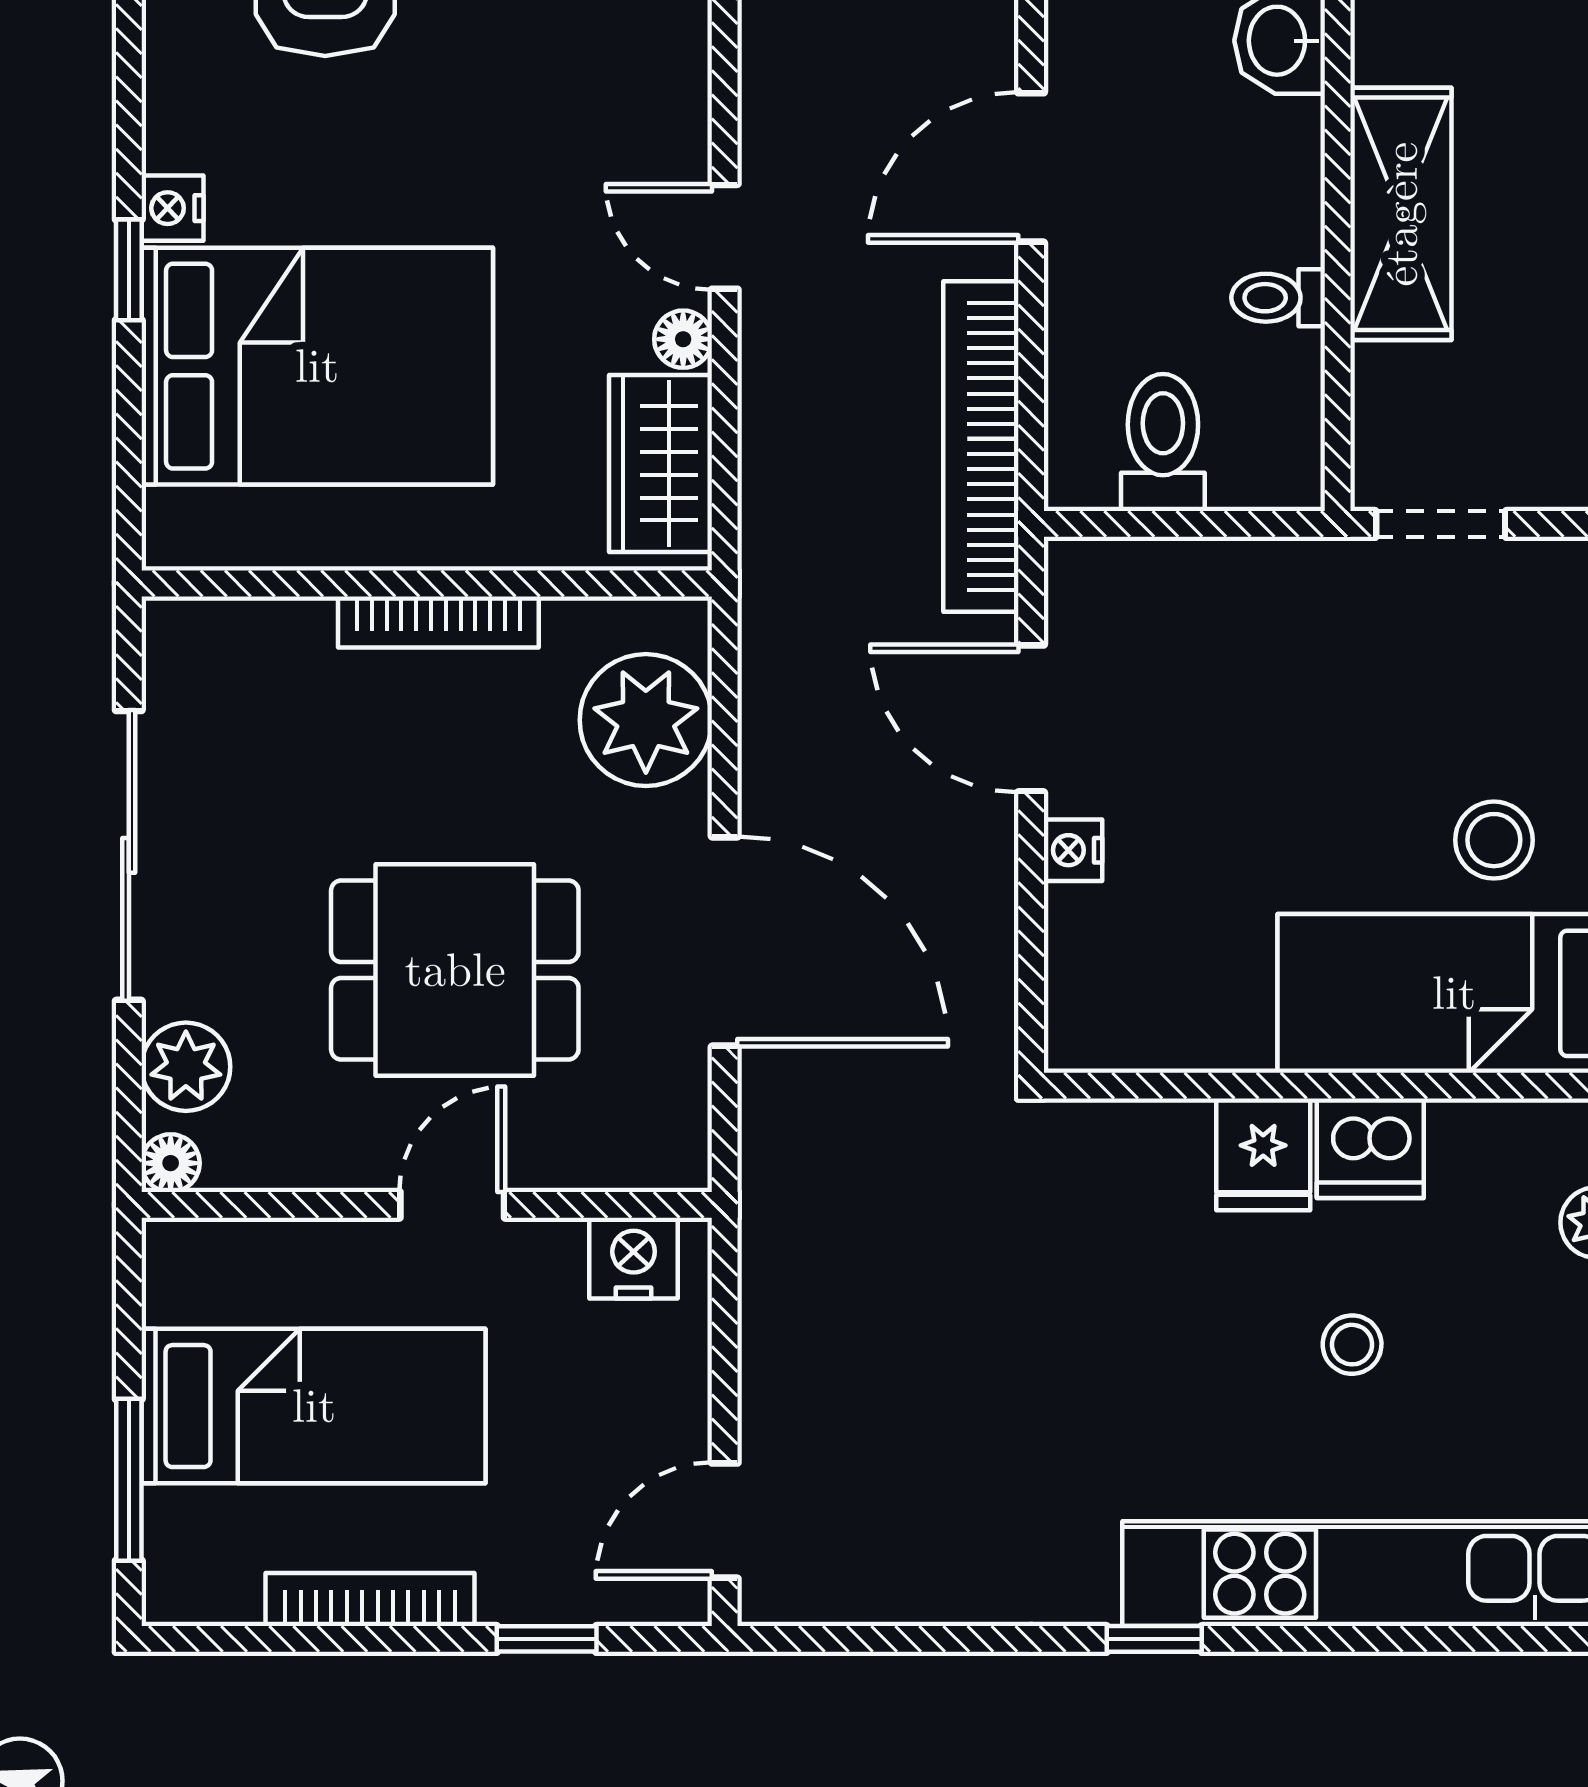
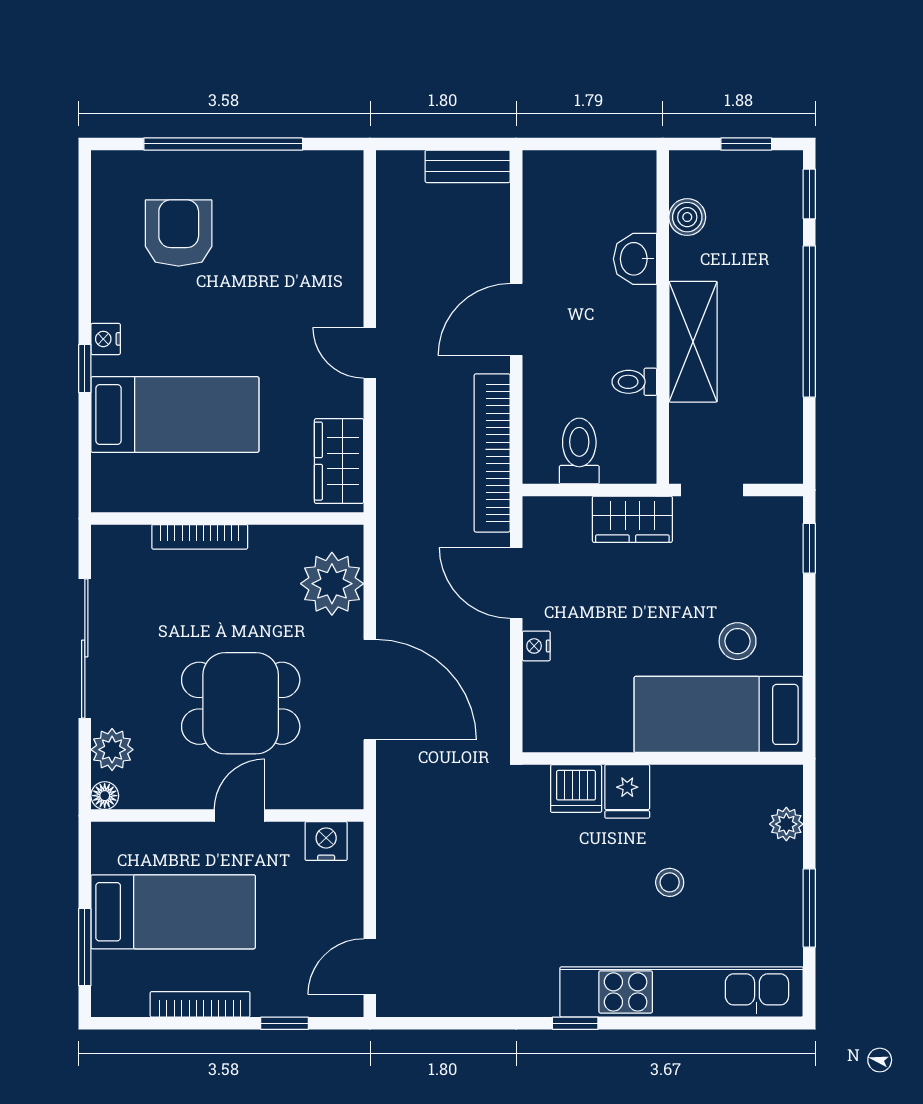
floor lamp: (683, 339) -> (350, 402), removed
bed: (317, 366) -> (175, 415), width x0.67
wardrobe: (1274, 585) -> (632, 519), added
bookcase: (438, 622) -> (200, 537), moved
dishwasher: (1370, 1148) -> (576, 789), moved

